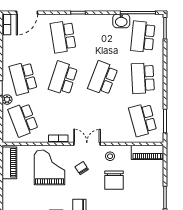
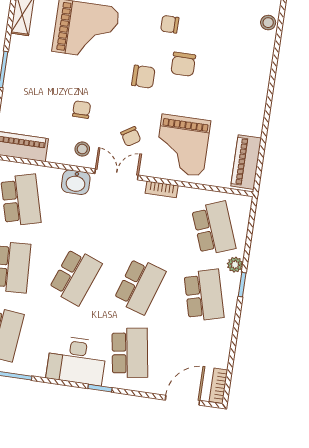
washbasin: (121, 21) -> (76, 182), moved, turned 180
desk: (95, 27) -> (77, 360), added
double door: (87, 144) -> (117, 174), swing flipped
chair: (114, 180) -> (82, 110), width x0.54, depth x0.54

